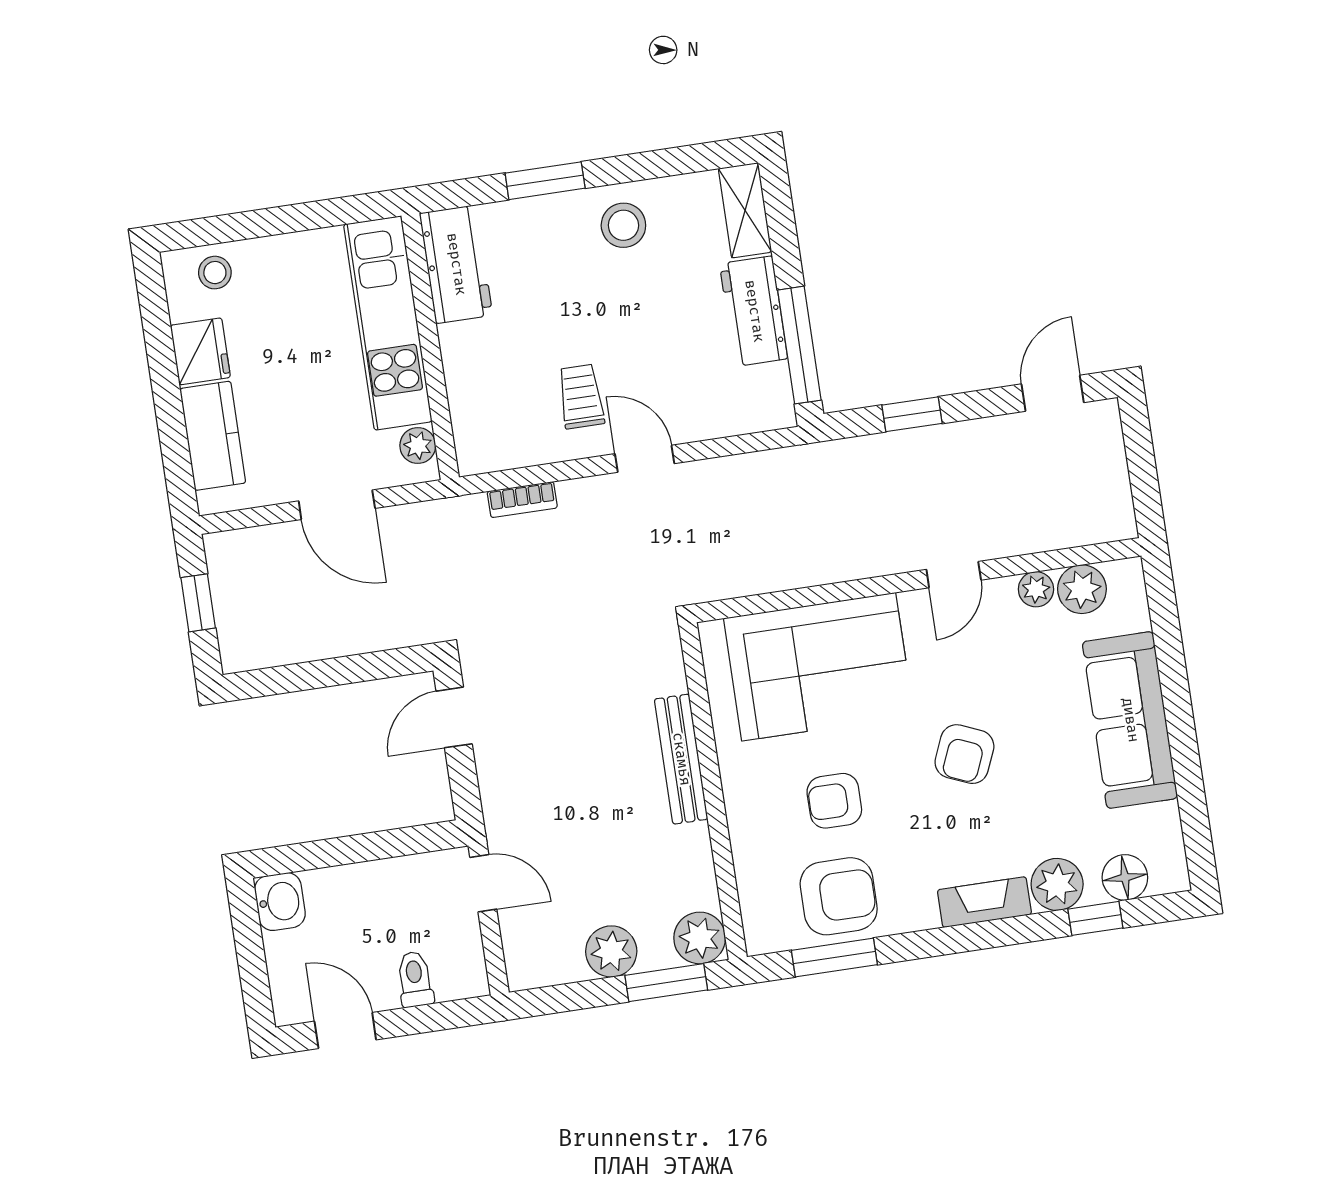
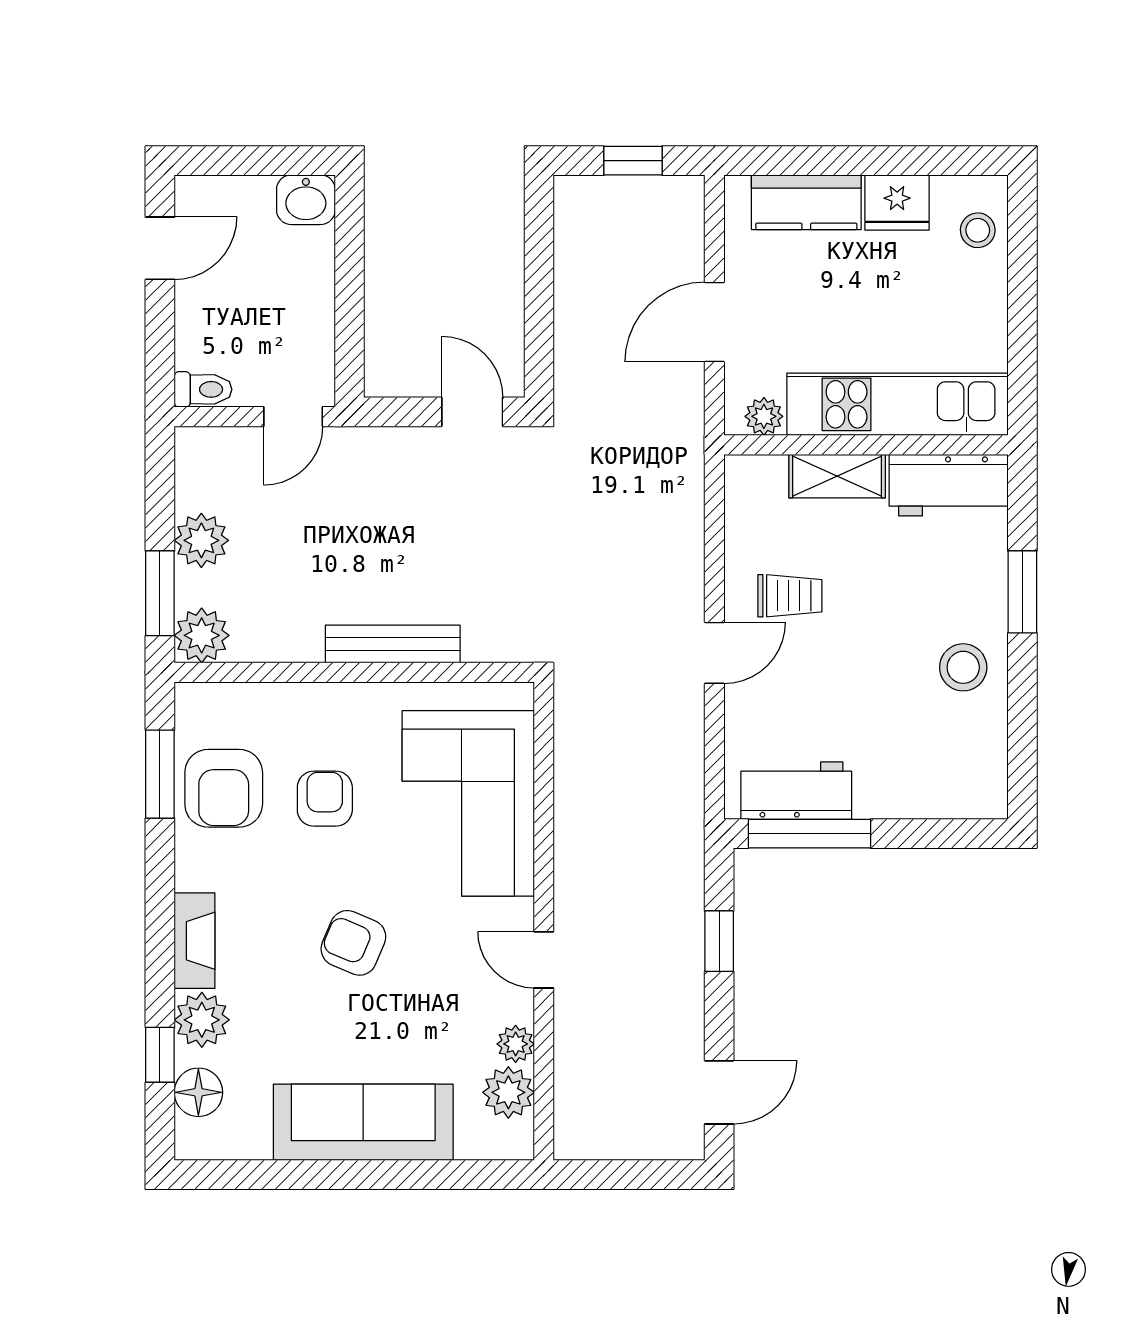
shelving: (745, 210) -> (837, 476), moved
workbench: (754, 311) -> (796, 791), moved
door: (1053, 393) -> (719, 1092), hinge flipped
bookcase: (522, 500) -> (691, 518), removed
toilet: (415, 979) -> (203, 389), moved

